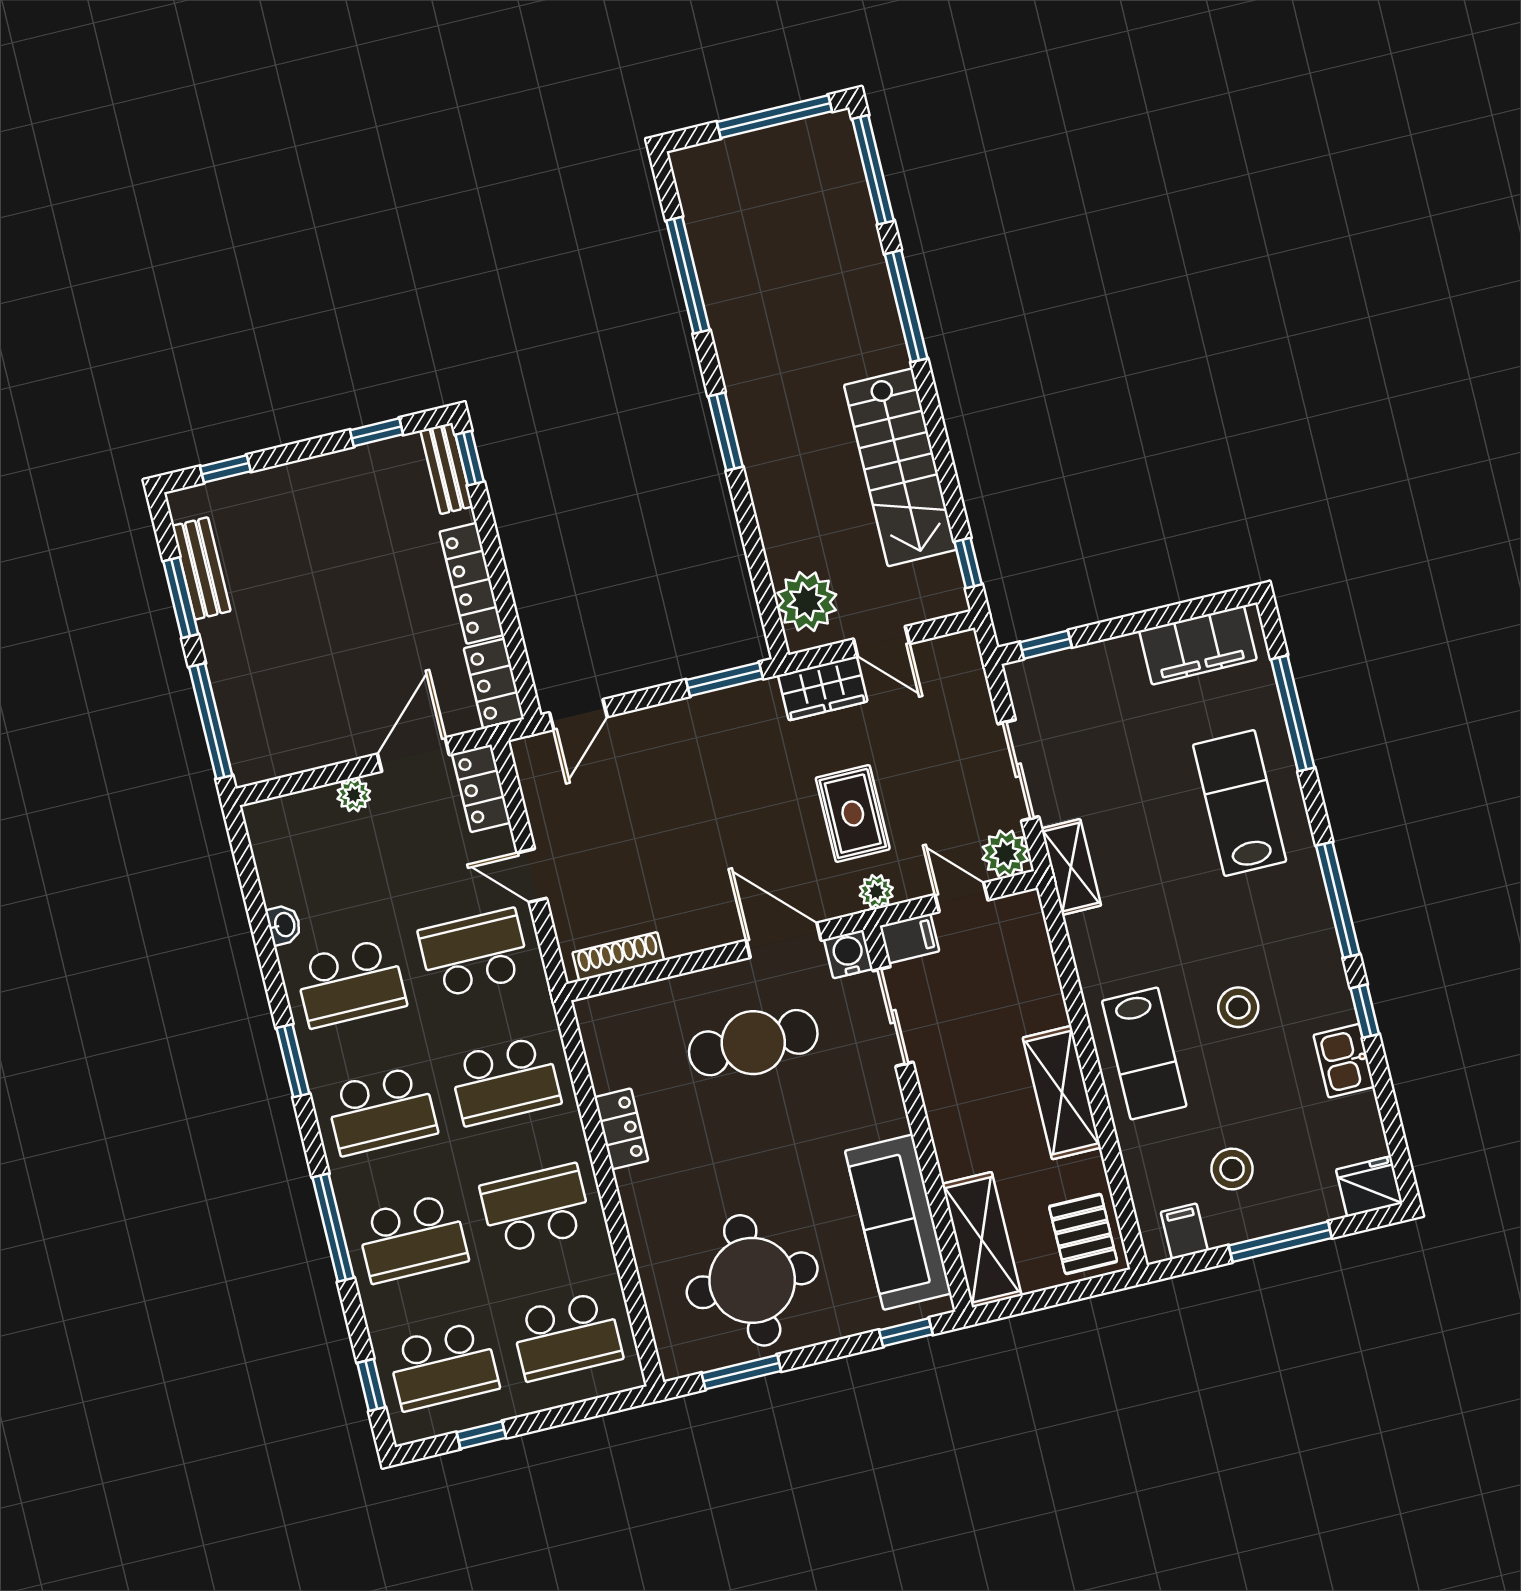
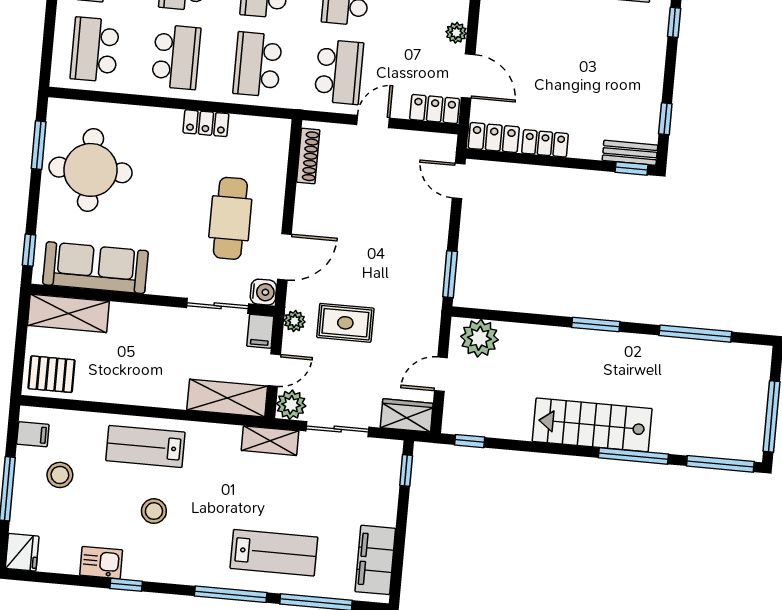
stairs: (900, 467) -> (592, 425), moved
locker: (472, 583) -> (545, 143), width x0.66
wardrobe: (823, 688) -> (407, 415), moved, turned 90
window: (1338, 900) -> (231, 594), moved
shelving: (1062, 1093) -> (227, 398), moved

